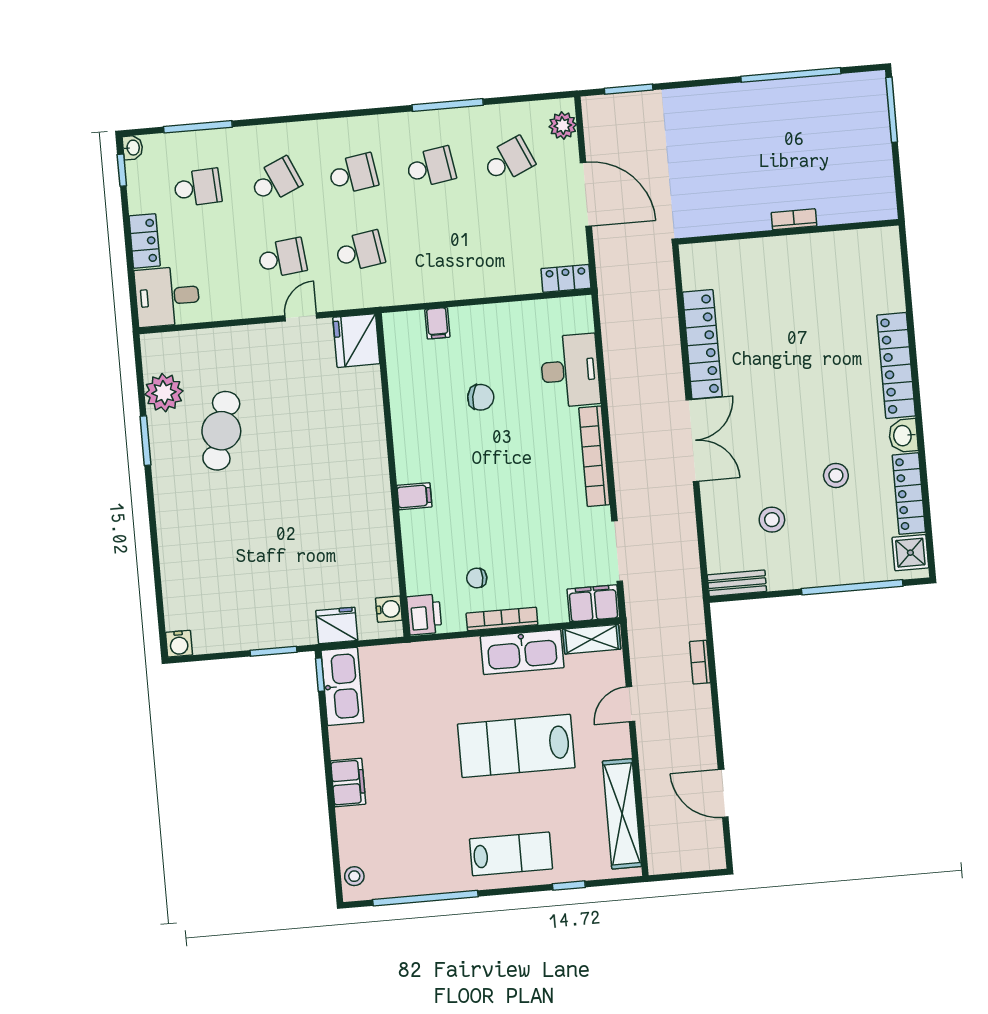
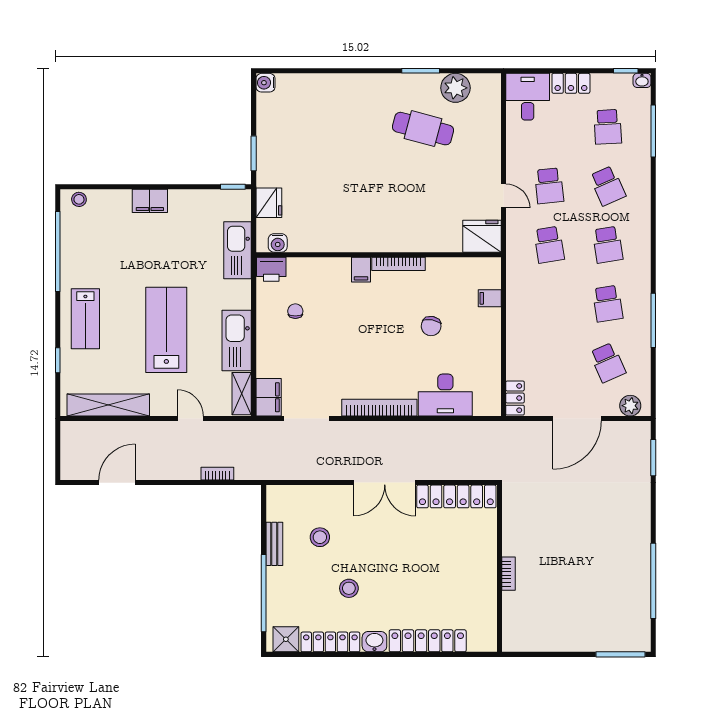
bookcase: (794, 219) -> (508, 574), moved
wall: (788, 232) -> (499, 568), moved
bench: (737, 583) -> (274, 544), moved
bookcase: (502, 619) -> (399, 264), moved, turned 90
kitchen sink: (342, 686) -> (237, 250), moved, turned 90

